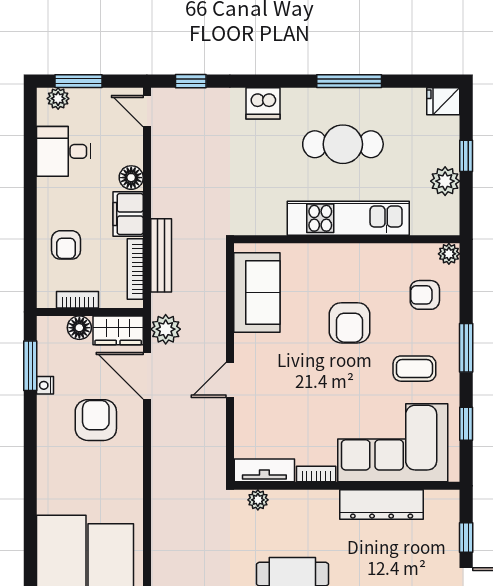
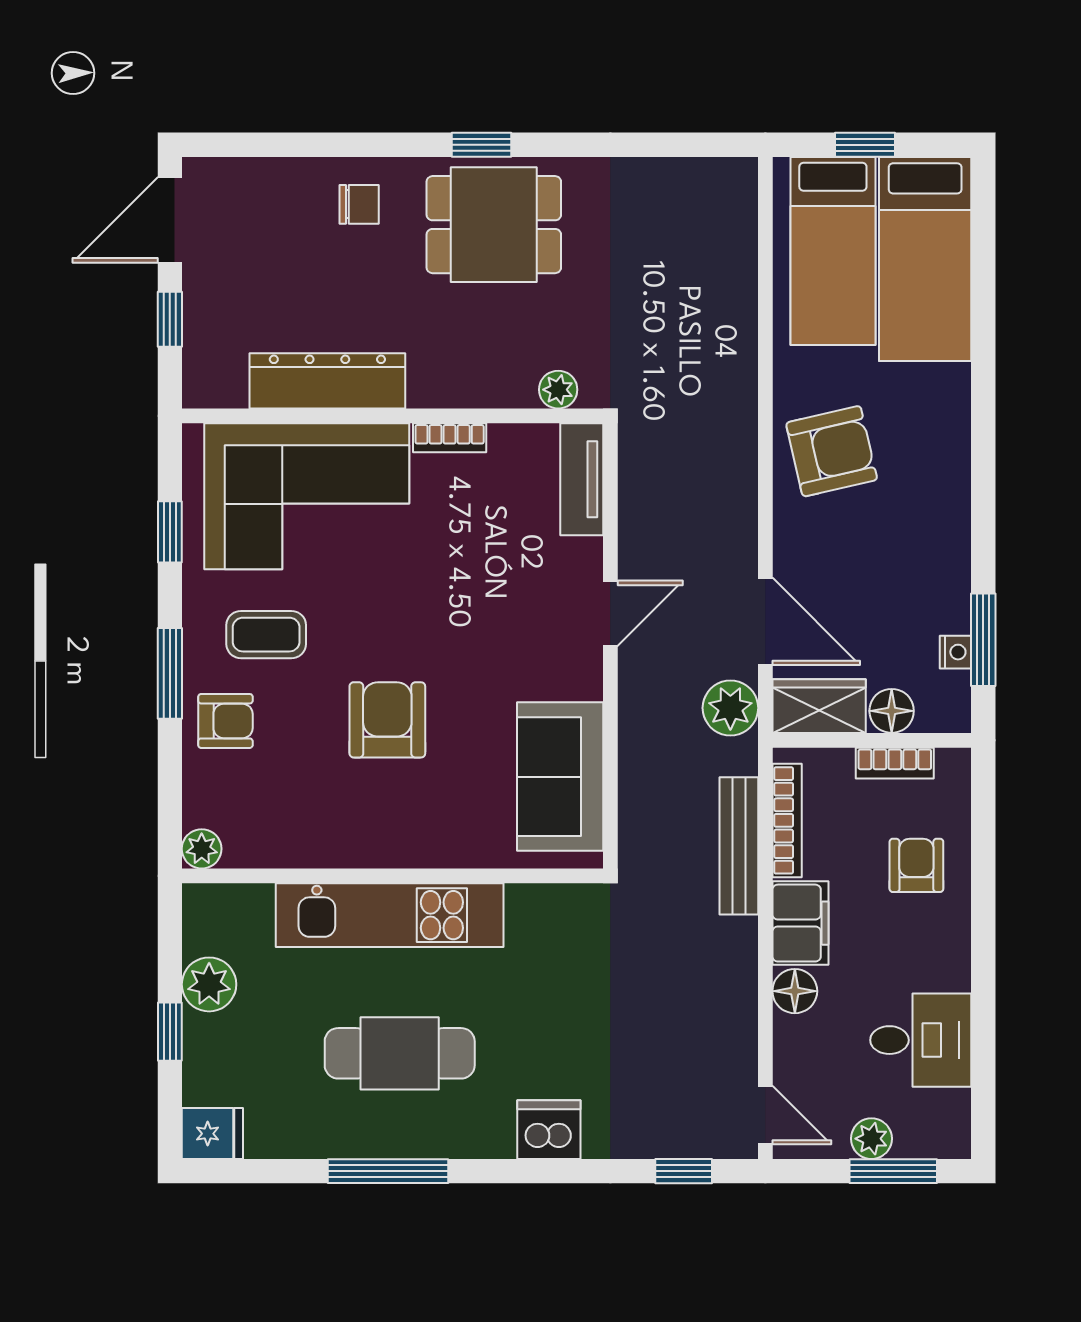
plant: (58, 99) -> (871, 1139), moved
armchair: (425, 295) -> (225, 721), moved
nightstand: (45, 385) -> (955, 652), moved
armchair: (96, 420) -> (832, 451), moved, turned -103
tv unit: (264, 470) -> (582, 479), moved, turned 90

